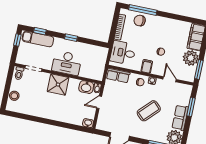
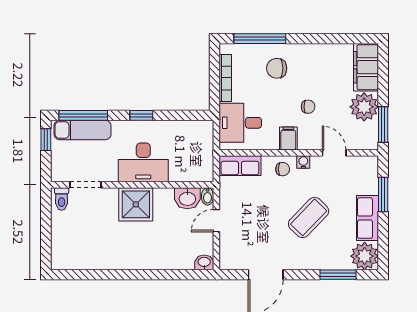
chair: (140, 21) -> (277, 68), moved
window: (40, 31) -> (83, 115), width x2.17
stool: (14, 96) -> (61, 241), removed

